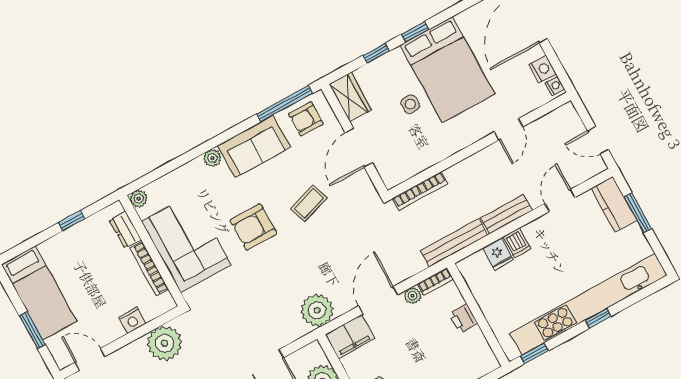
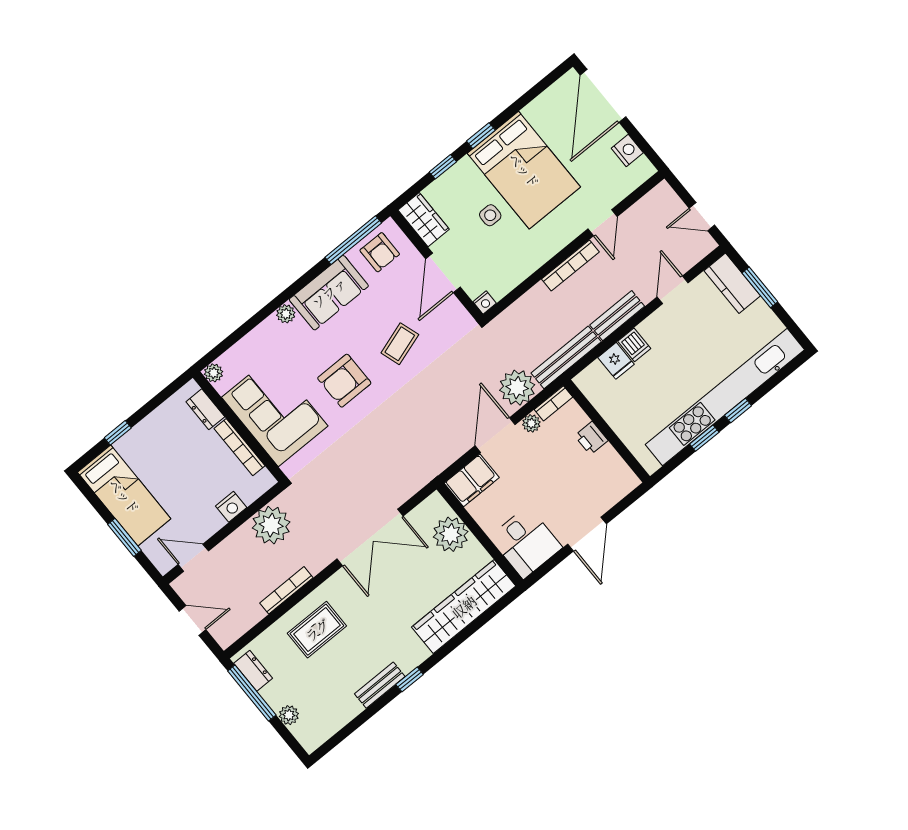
nightstand: (555, 86) -> (485, 302), moved, turned 90
armchair: (306, 119) -> (380, 252), turned -90
bookcase: (420, 191) -> (570, 266), moved
window: (72, 221) -> (118, 433), moved
plant: (317, 310) -> (517, 388), moved
window: (534, 353) -> (704, 438), moved

